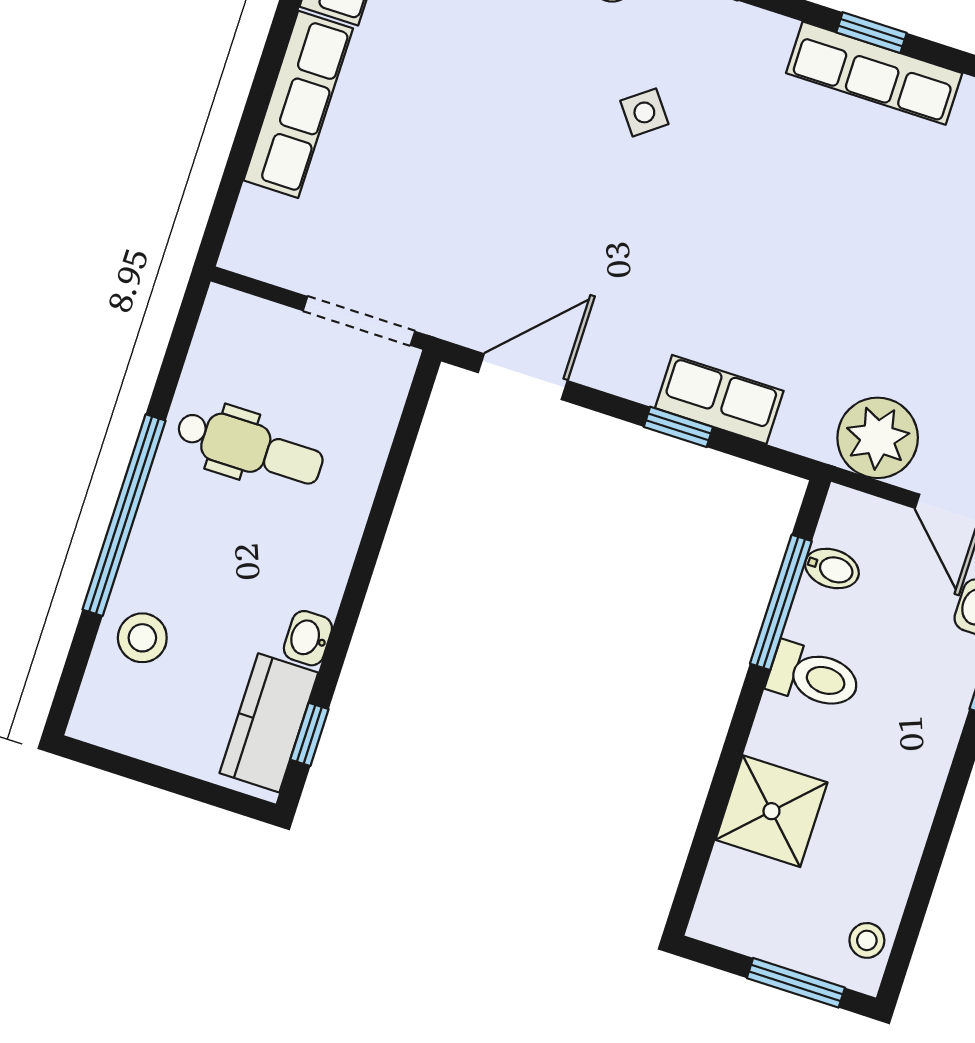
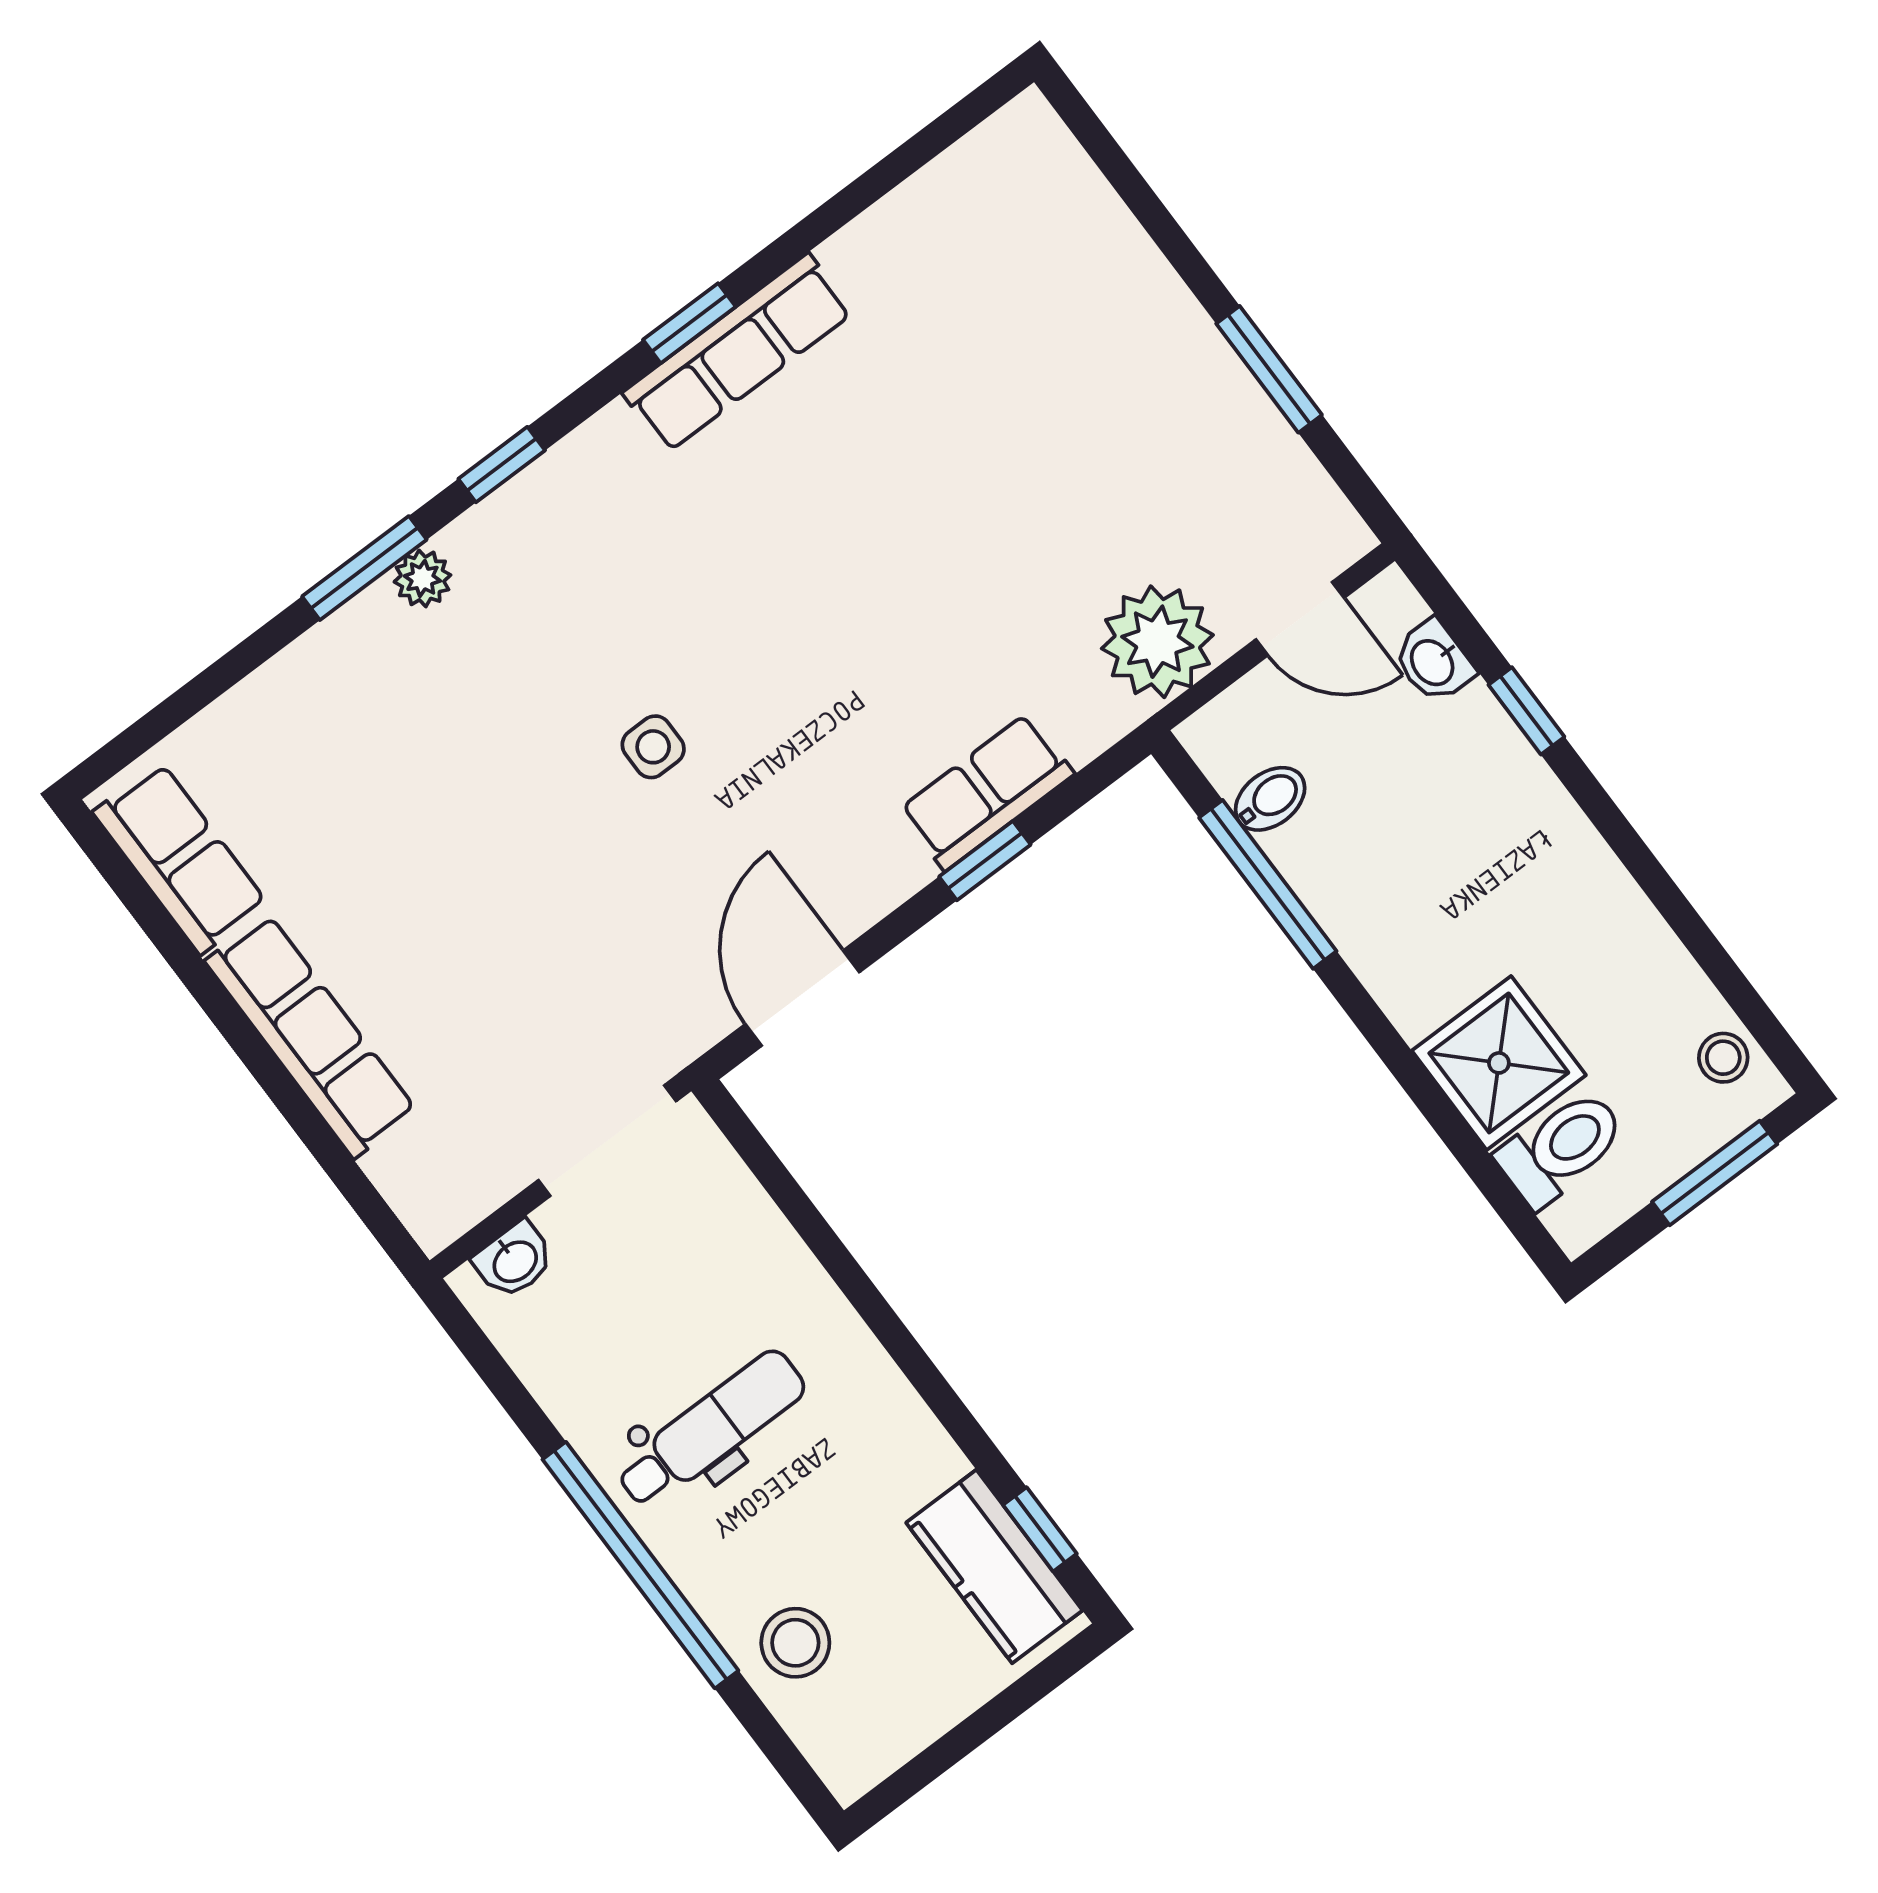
side table: (644, 112) -> (653, 747), moved, turned 37
dental chair: (250, 447) -> (711, 1429), moved
washbasin: (308, 638) -> (514, 1260), moved, turned -90
toilet: (814, 677) -> (1561, 1148), moved

